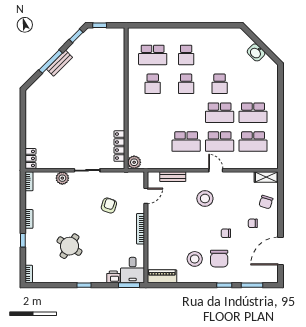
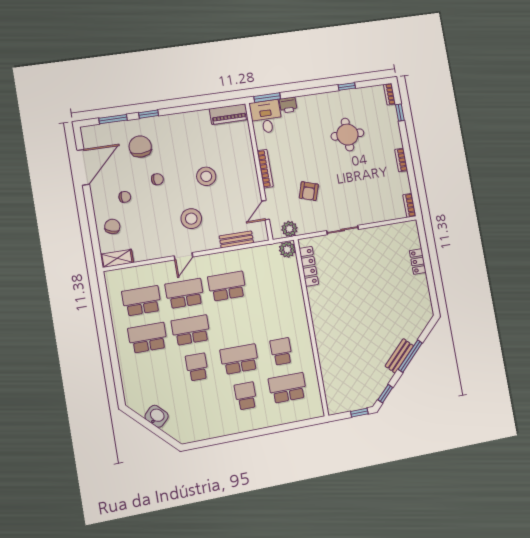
school desk: (186, 84) -> (239, 359), width x1.85
locker: (31, 158) -> (418, 261), moved
door: (216, 170) -> (183, 256), hinge flipped
plant: (62, 178) -> (289, 229), moved
window: (23, 240) -> (400, 113), moved
round table: (69, 246) -> (347, 135), turned -33
stool: (195, 259) -> (206, 176), moved
chair: (219, 259) -> (140, 147), moved
window: (84, 285) -> (347, 87), moved

